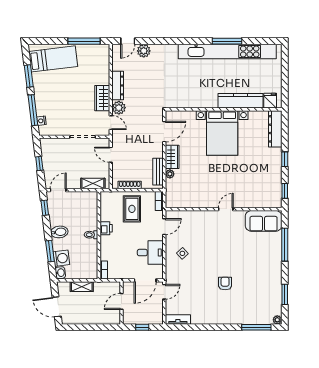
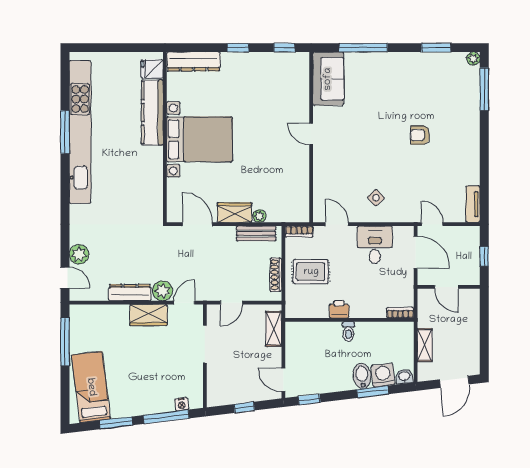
bidet: (59, 232) -> (362, 376), moved

